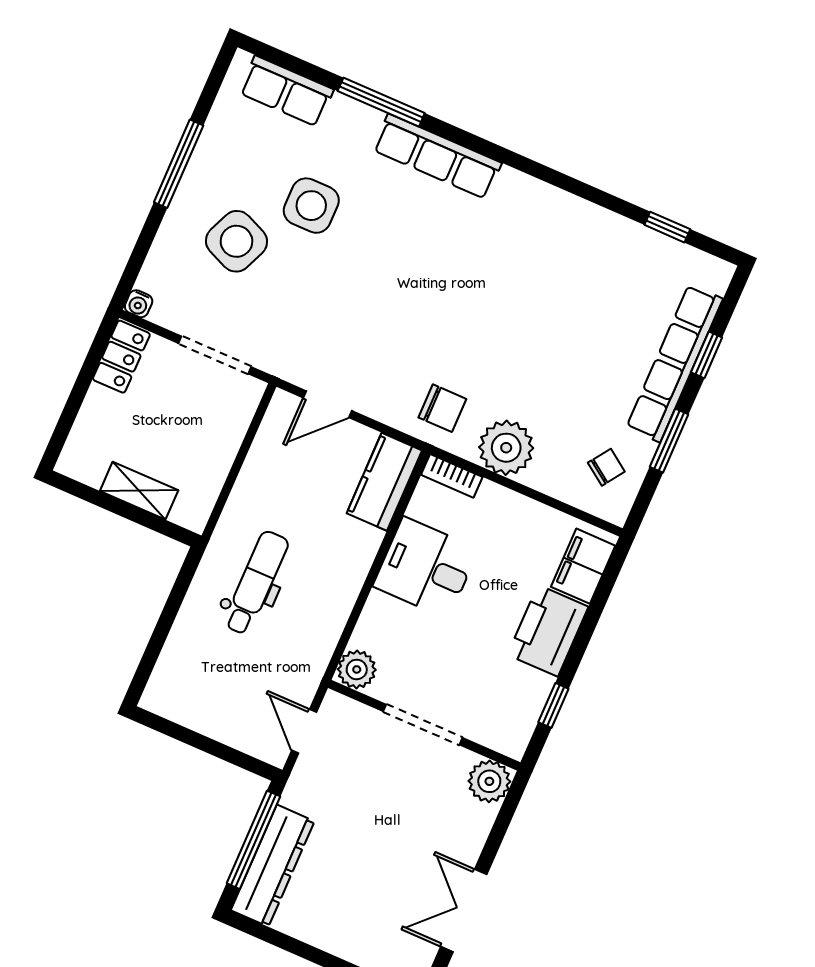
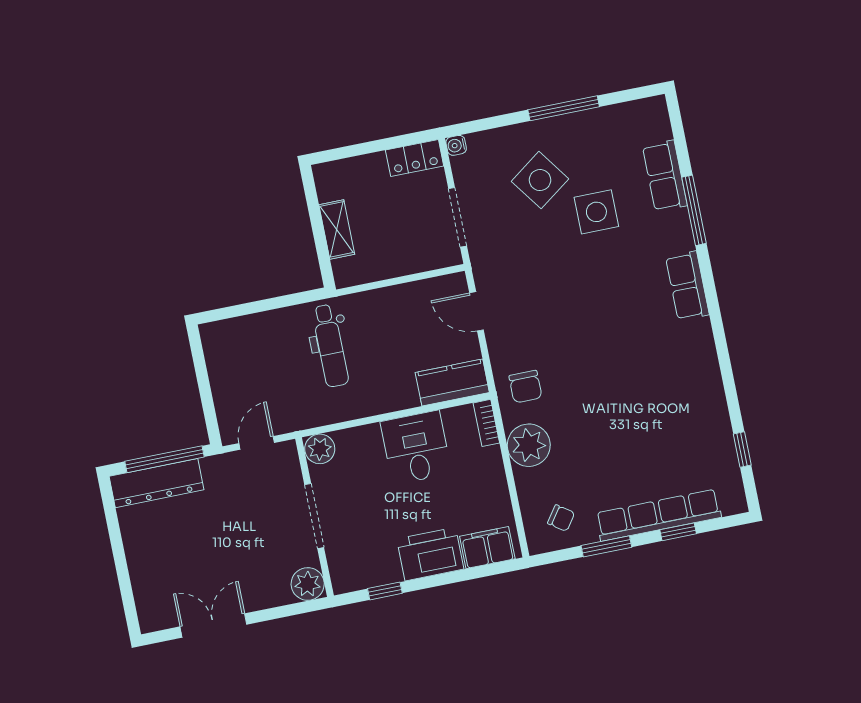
row of seats: (286, 91) -> (665, 176), moved
row of seats: (437, 156) -> (687, 286), width x0.68
side table: (237, 241) -> (540, 180), turned 31
dental chair: (256, 583) -> (330, 346), turned 90

